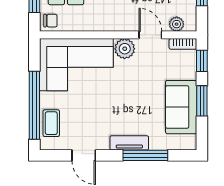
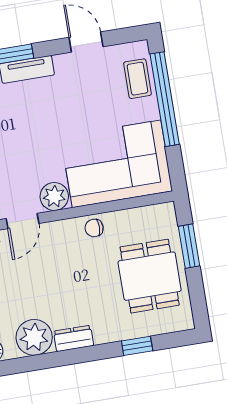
chair: (50, 21) -> (94, 228), moved
door: (150, 35) -> (22, 221), hinge flipped

